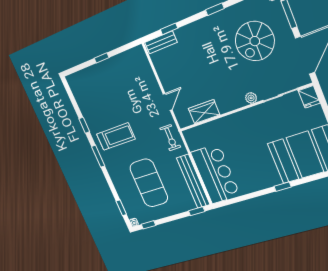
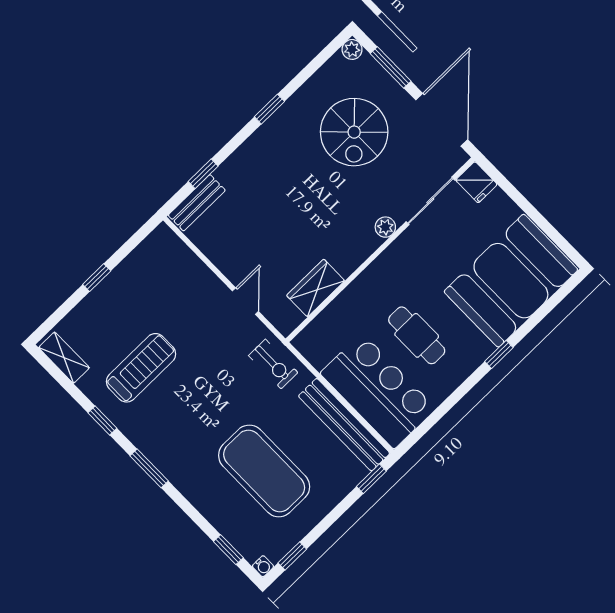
shelving: (76, 89) -> (64, 358), added
treadmill: (116, 137) -> (141, 368), moved
cafe table: (245, 158) -> (417, 335), added

